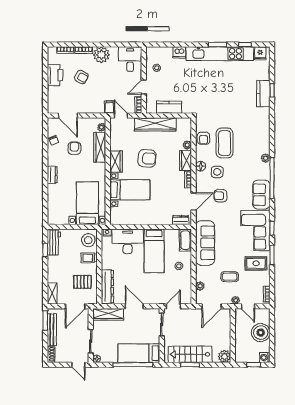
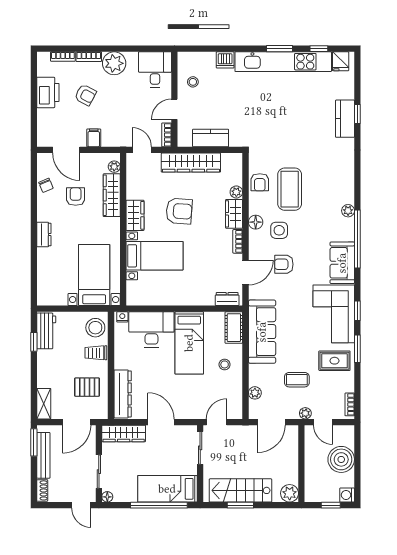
filing cabinet: (109, 107) -> (94, 138), moved

